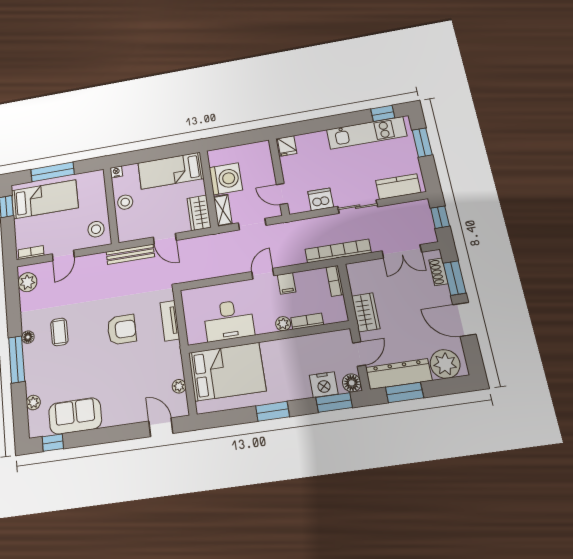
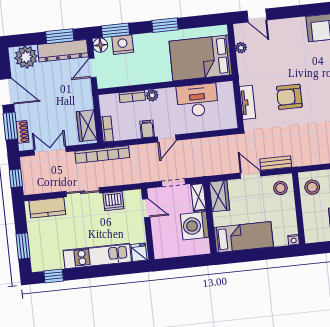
kitchen unit: (367, 133) -> (97, 256), moved
stool: (125, 202) -> (280, 188), moved
bench: (130, 254) -> (276, 163), width x0.73
wardrobe: (366, 312) -> (87, 126), moved

